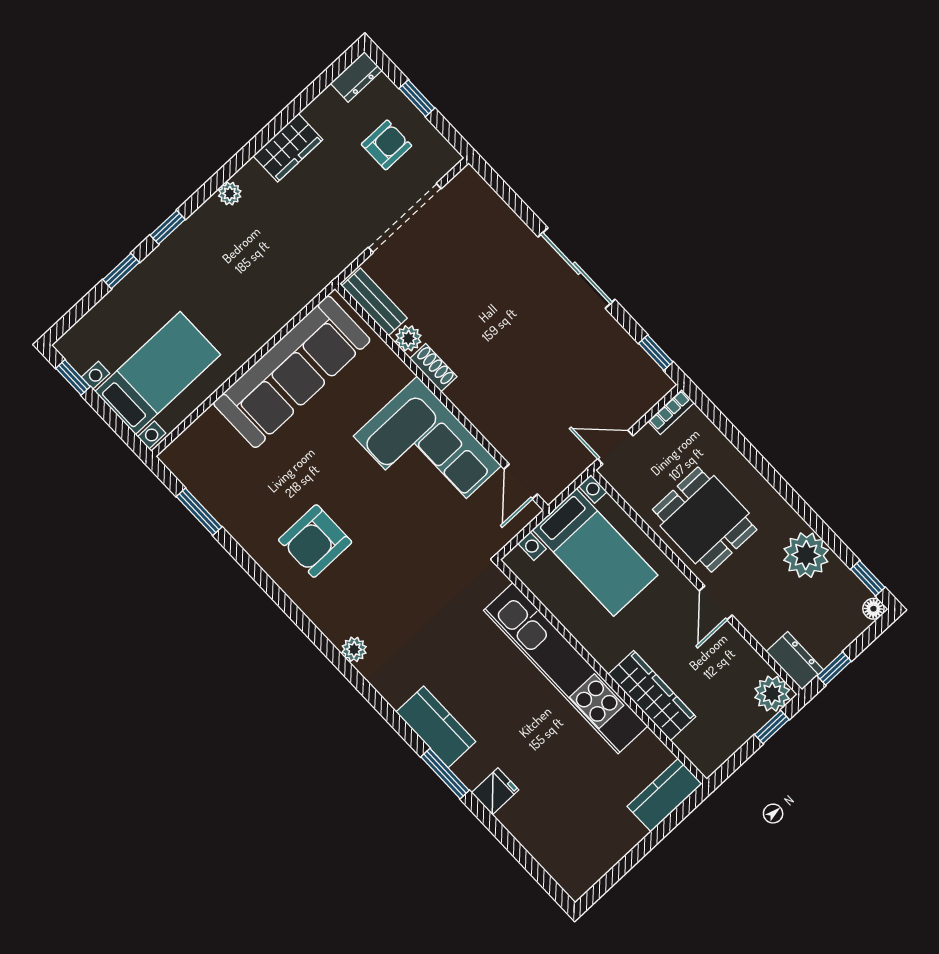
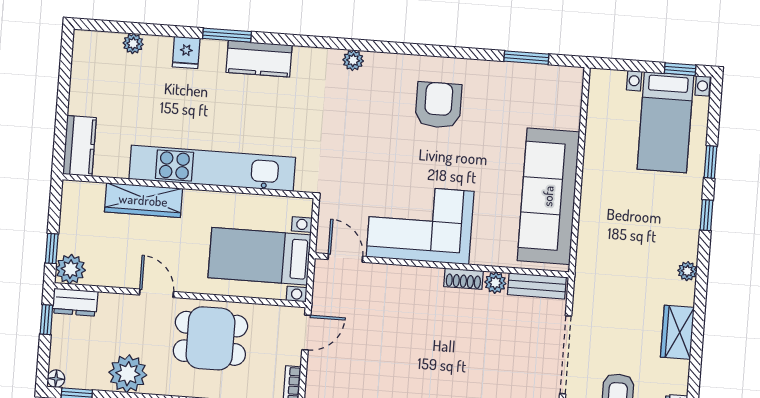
bed with nightstands: (158, 373) -> (665, 122), moved
plant: (535, 842) -> (133, 44), added

